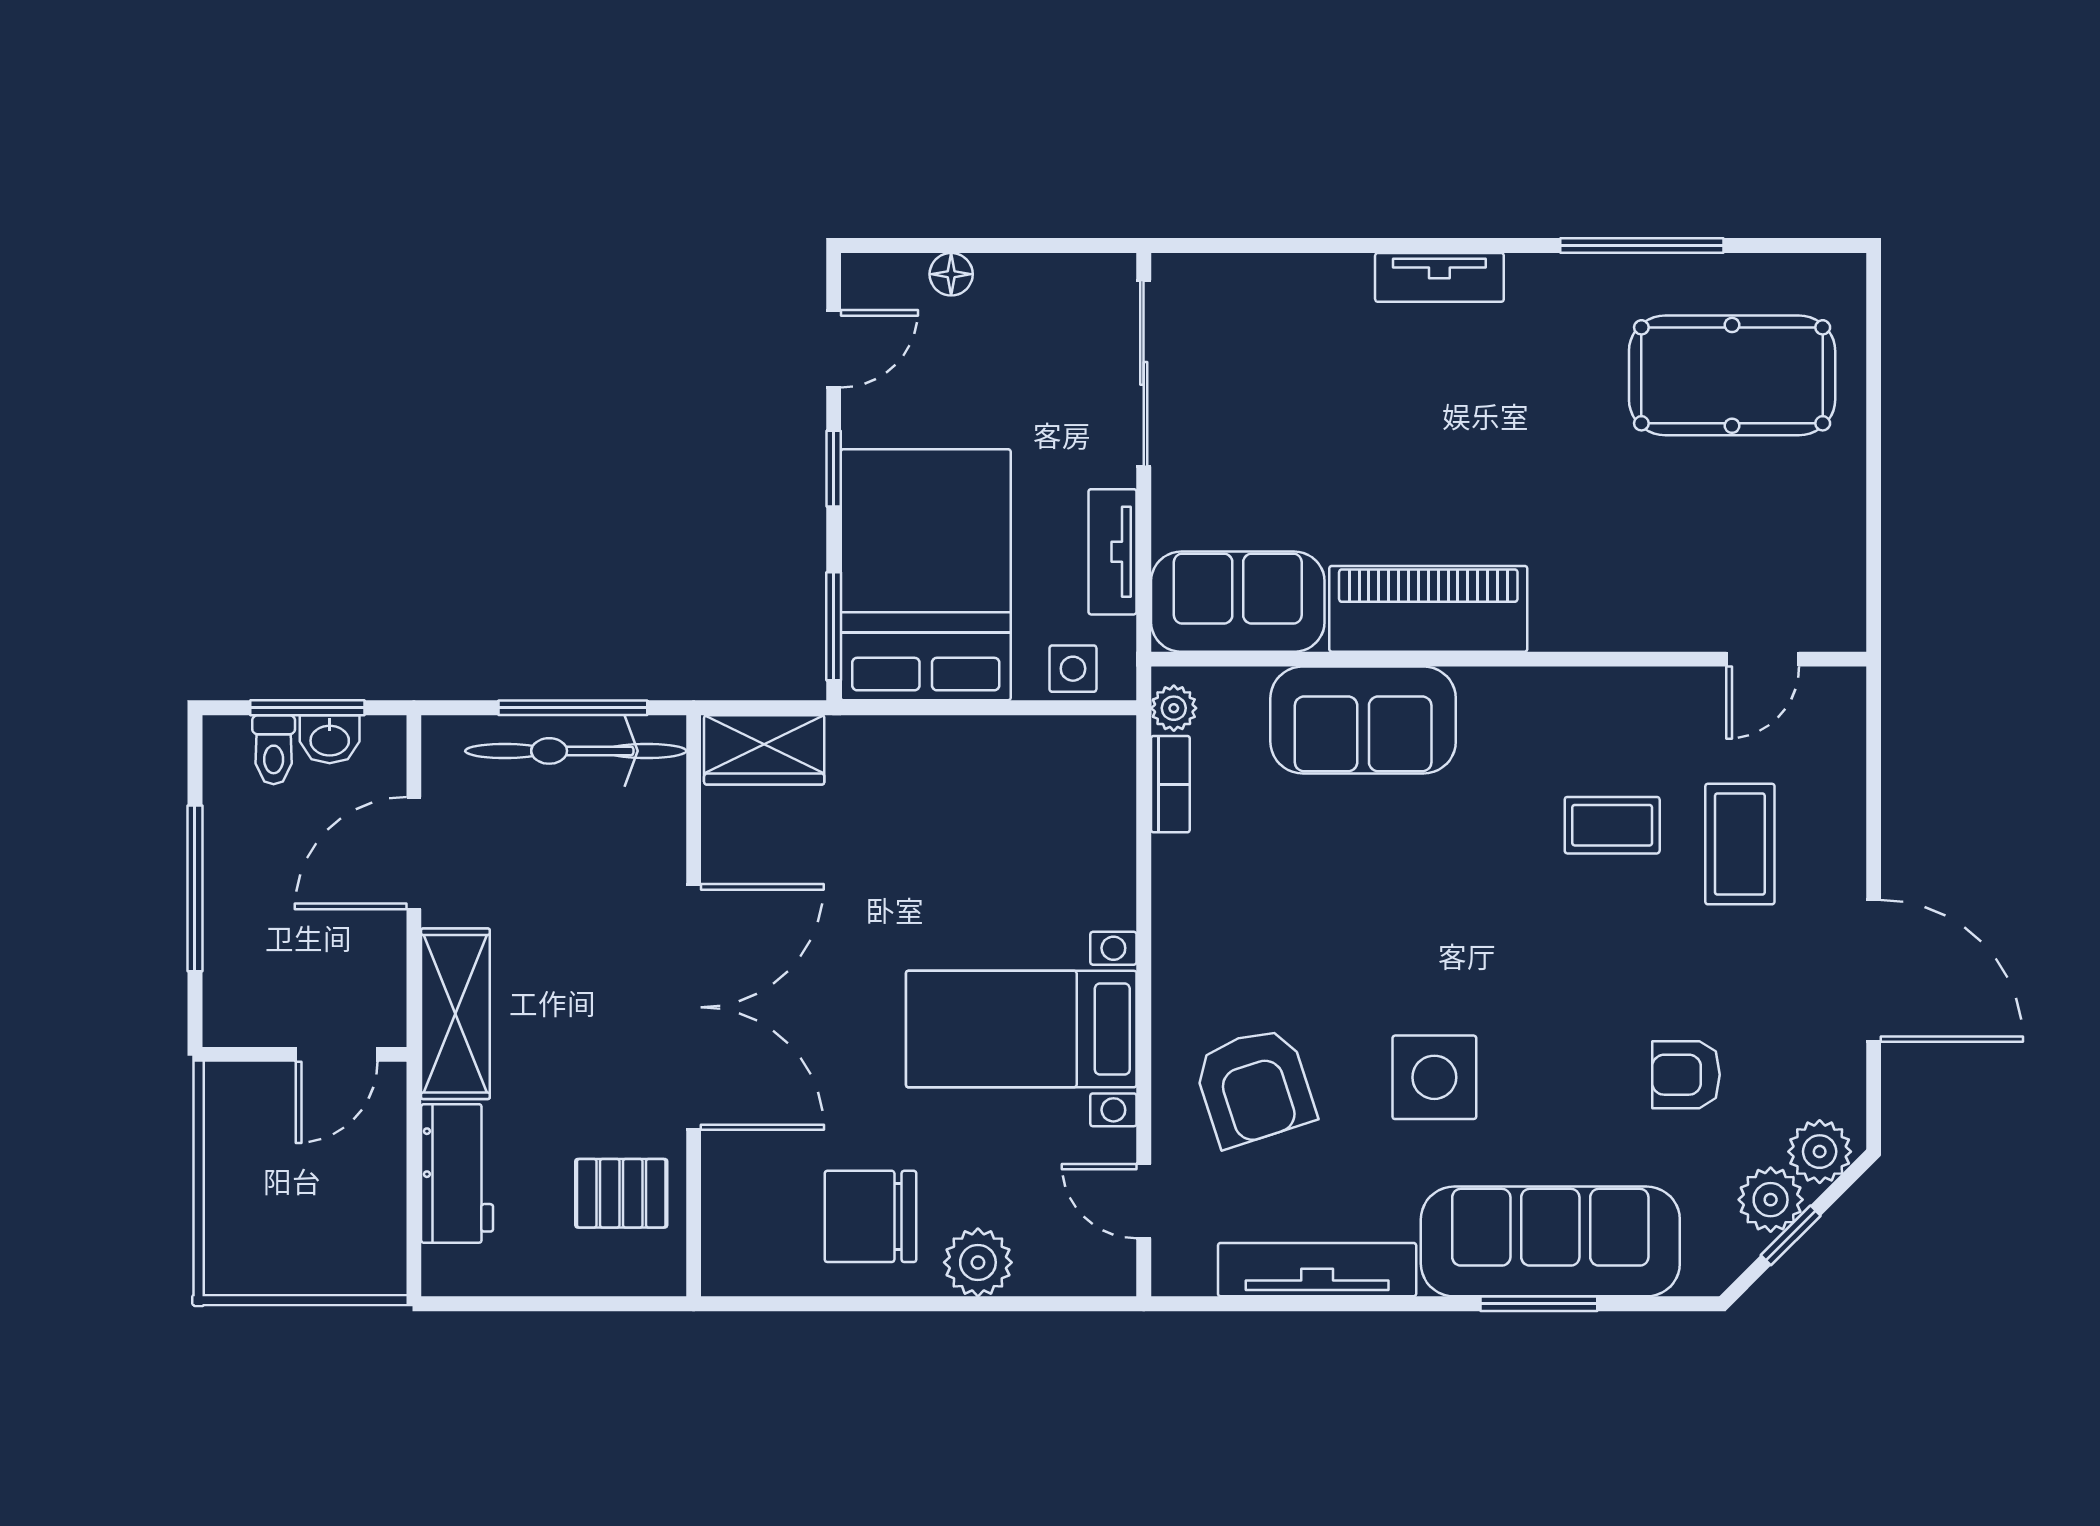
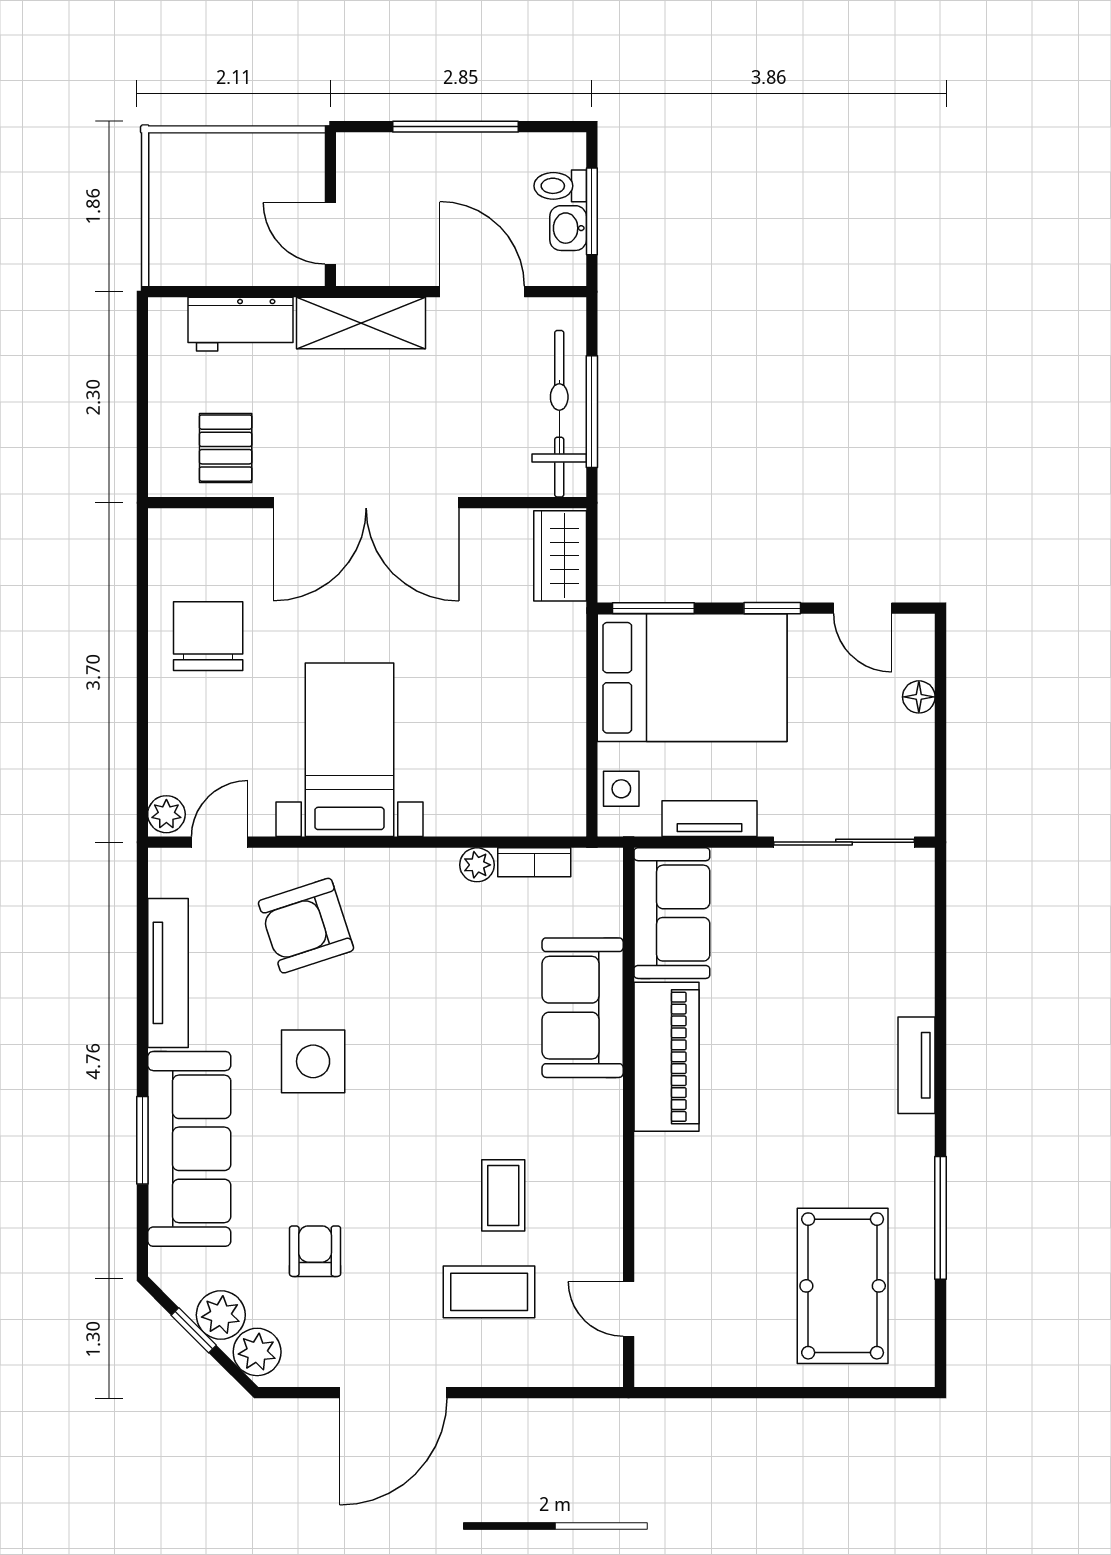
plant: (1174, 708) -> (477, 865), moved
plant: (978, 1262) -> (166, 814), moved, width x0.73, depth x0.73

